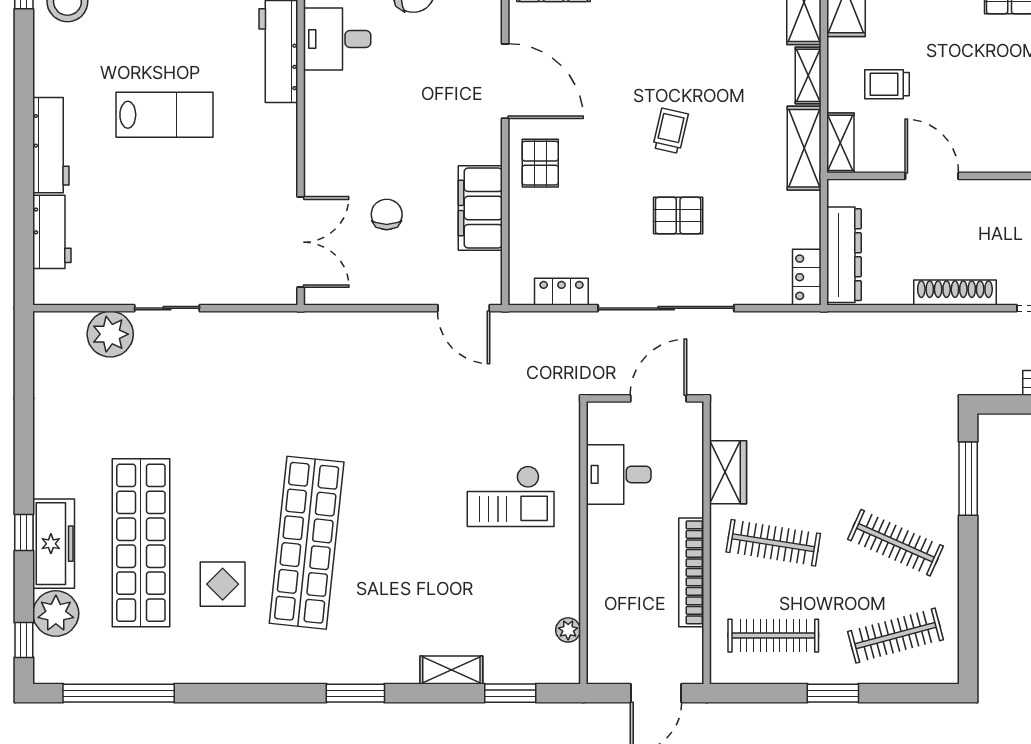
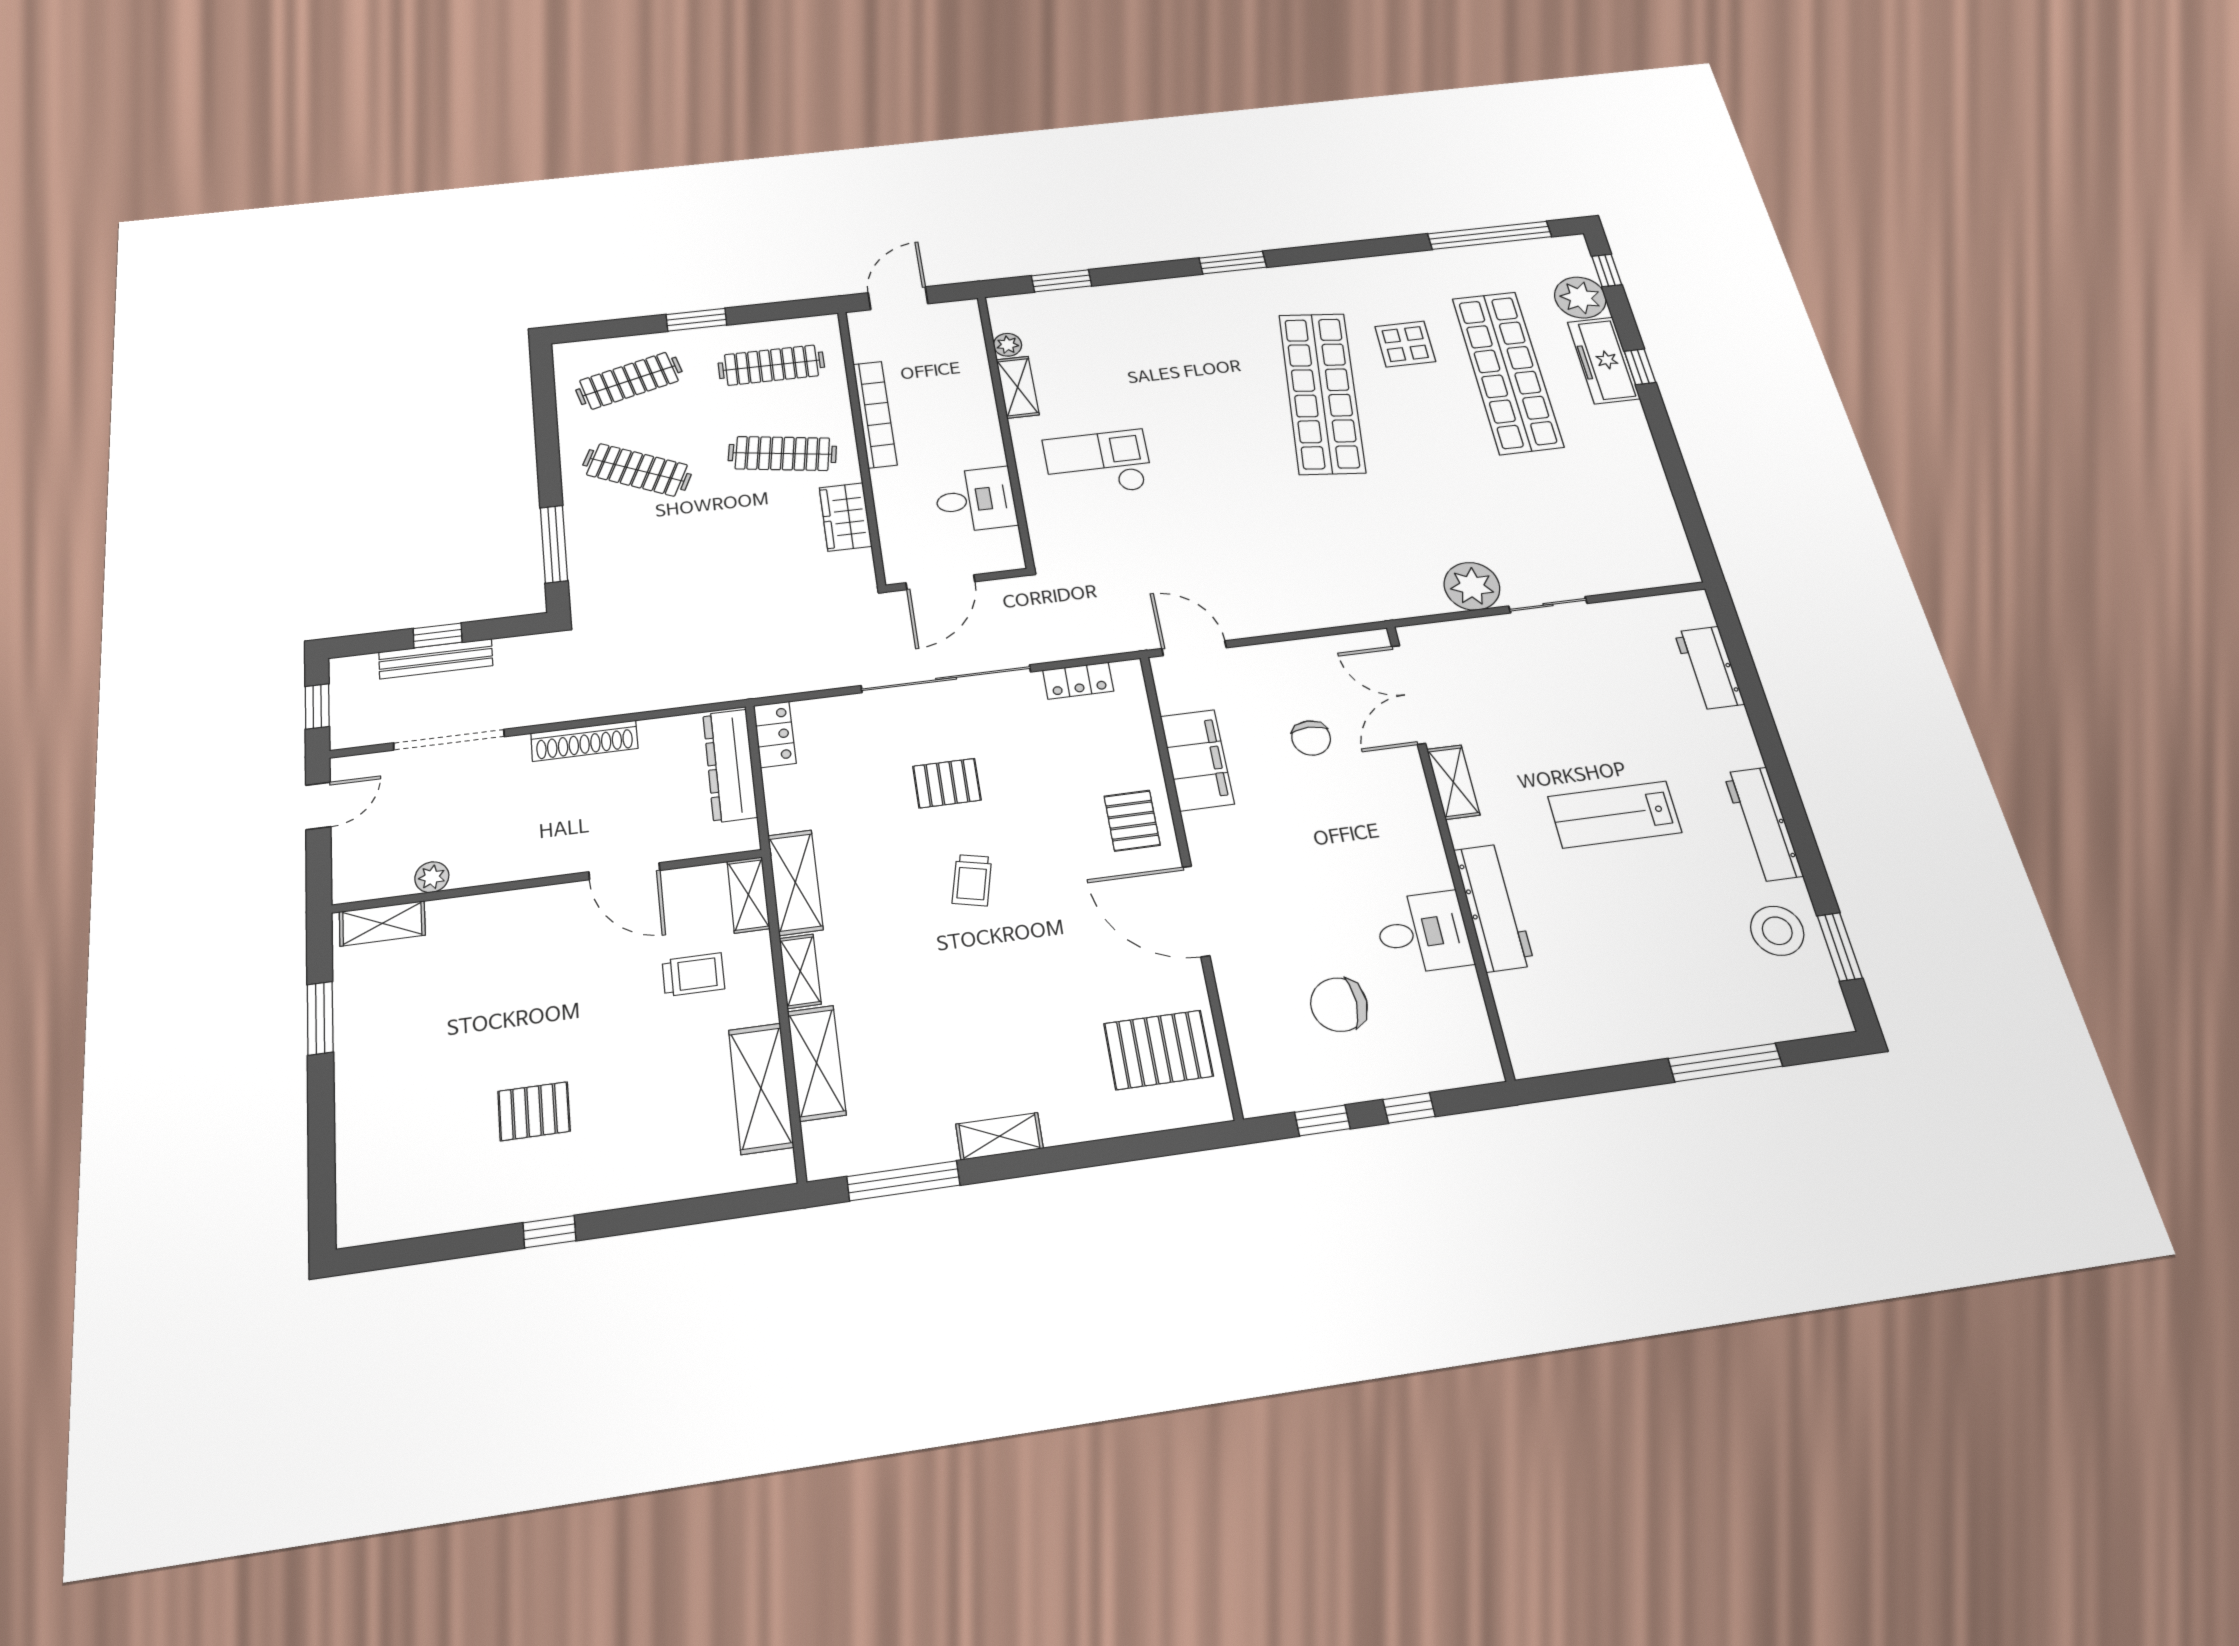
workbench: (51, 145) -> (1763, 824), moved
shelving: (284, 160) -> (1453, 782), added
plant: (110, 334) -> (1472, 586), moved
shelving: (451, 670) -> (1018, 387), moved, turned 90

